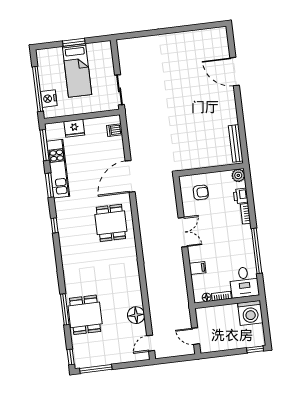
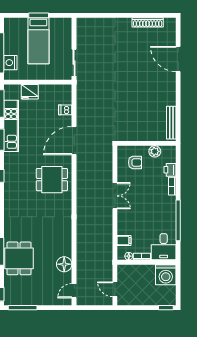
shoe rack: (196, 35) -> (148, 22), added
dishwasher: (115, 130) -> (65, 110), moved
plant: (238, 175) -> (155, 151), moved
dining table: (111, 223) -> (52, 180), turned 90
filing cabinet: (198, 268) -> (124, 241), moved

